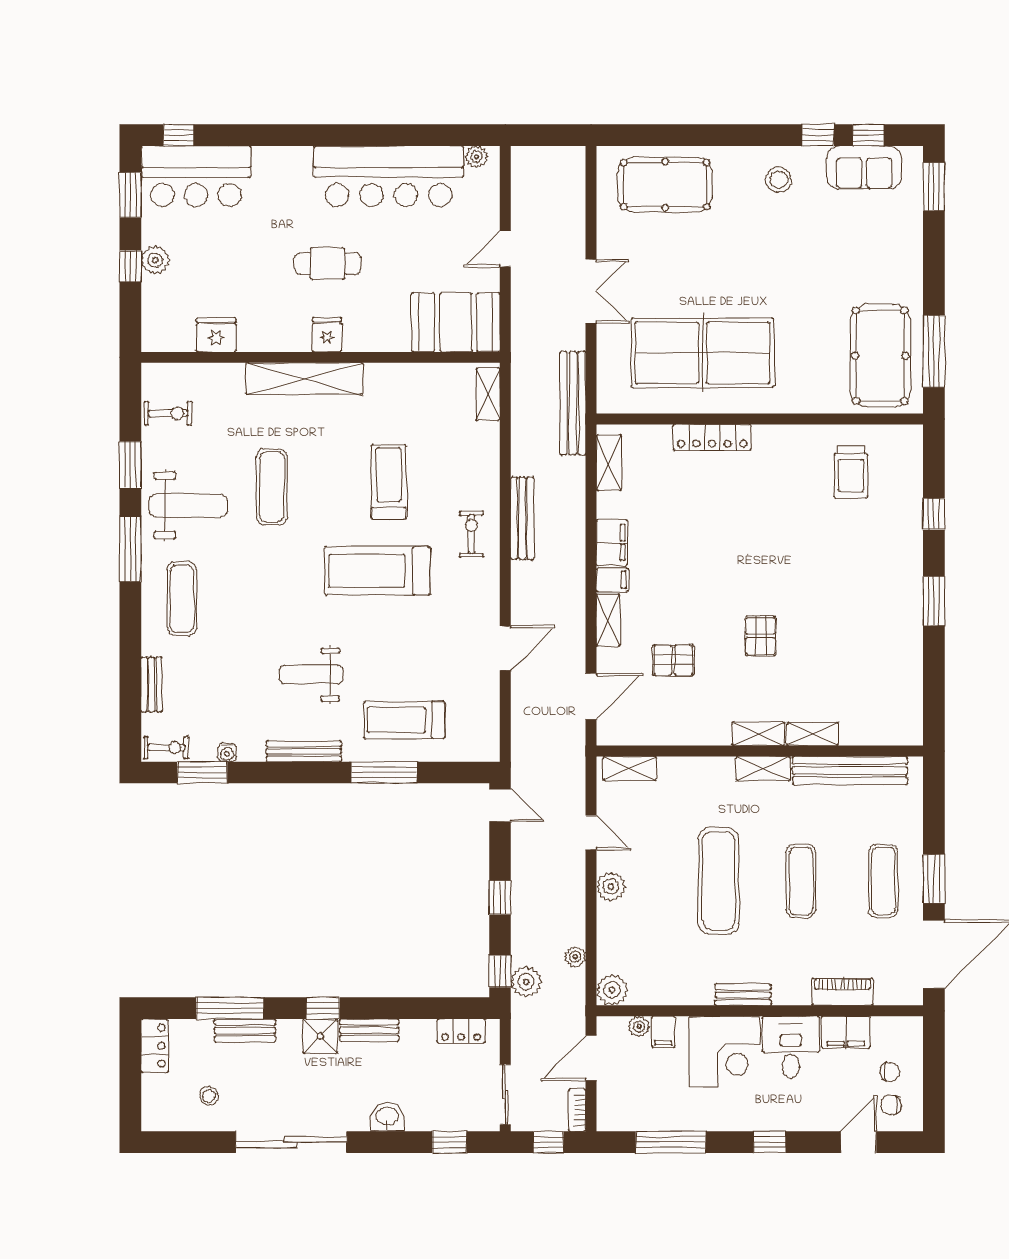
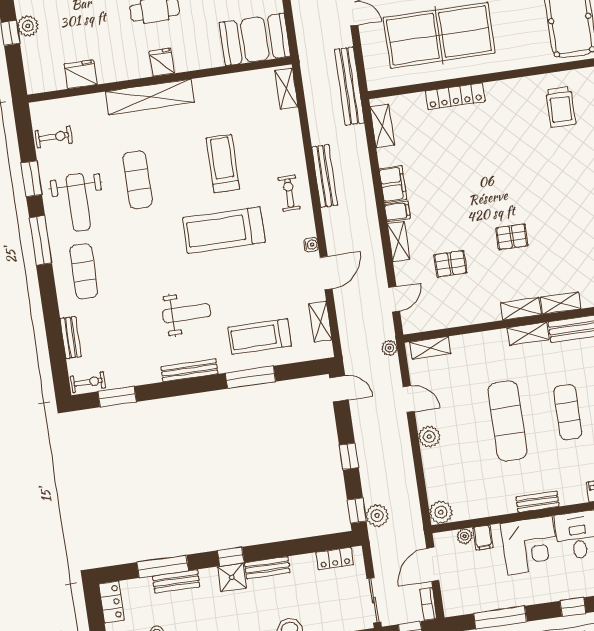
weight bench: (188, 505) -> (78, 202), turned 90
pallet: (760, 636) -> (512, 237), turned 90
weight bench: (311, 675) -> (187, 313), turned 180
door: (591, 696) -> (394, 299), width x0.73
shelving: (488, 712) -> (320, 322), added
water cooler: (227, 752) -> (311, 245), moved, turned -90
plant: (575, 957) -> (389, 348), moved

